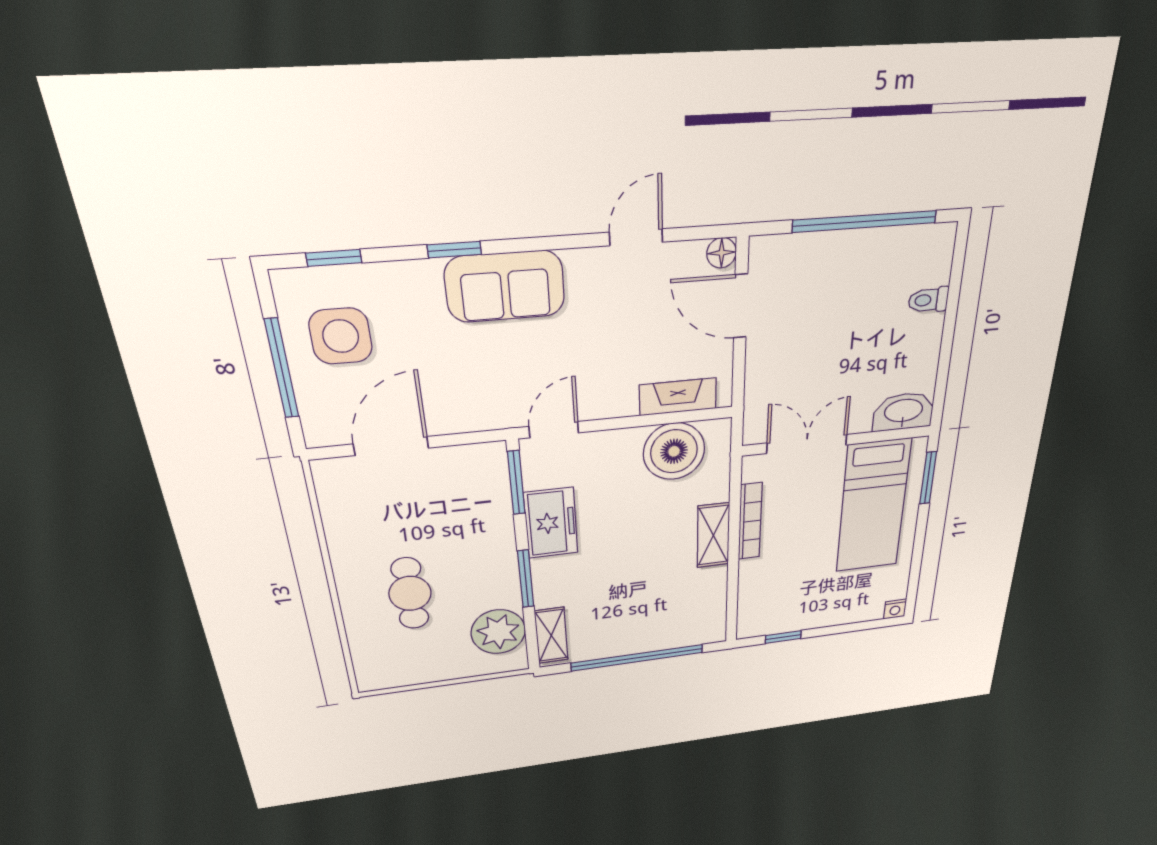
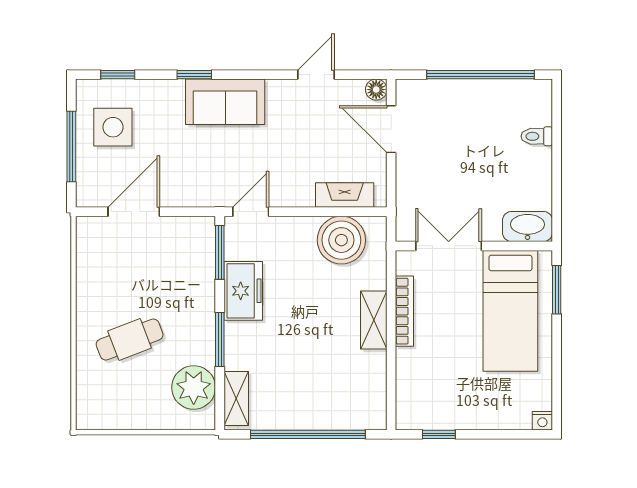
cafe table: (410, 593) -> (130, 340), turned 69

